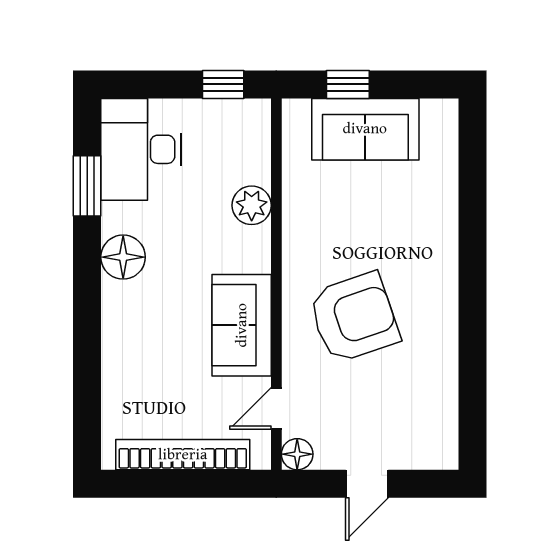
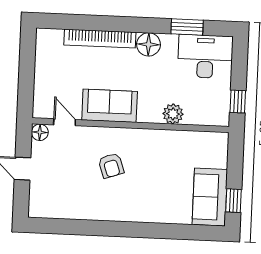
window: (348, 84) -> (233, 201), moved
sofa: (365, 129) -> (210, 197), moved
armchair: (354, 318) -> (111, 166), width x0.53, depth x0.53
bookcase: (183, 455) -> (100, 39), moved, turned 90

